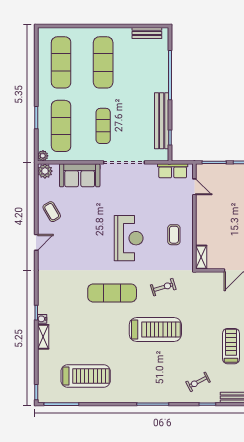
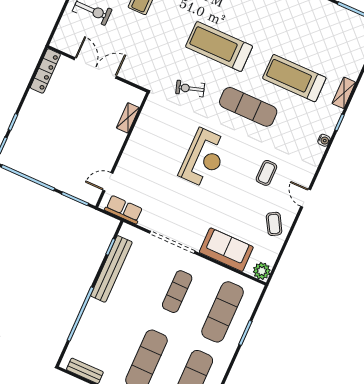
plant: (43, 156) -> (257, 289), removed
door: (194, 187) -> (108, 182), hinge flipped
coffee table: (174, 235) -> (266, 173), moved
reception desk: (129, 238) -> (204, 158), turned 180
door: (36, 242) -> (306, 198), hinge flipped
shelving: (201, 257) -> (128, 118), moved
water cooler: (42, 319) -> (324, 140), moved
treadmill: (86, 376) -> (294, 78), moved

